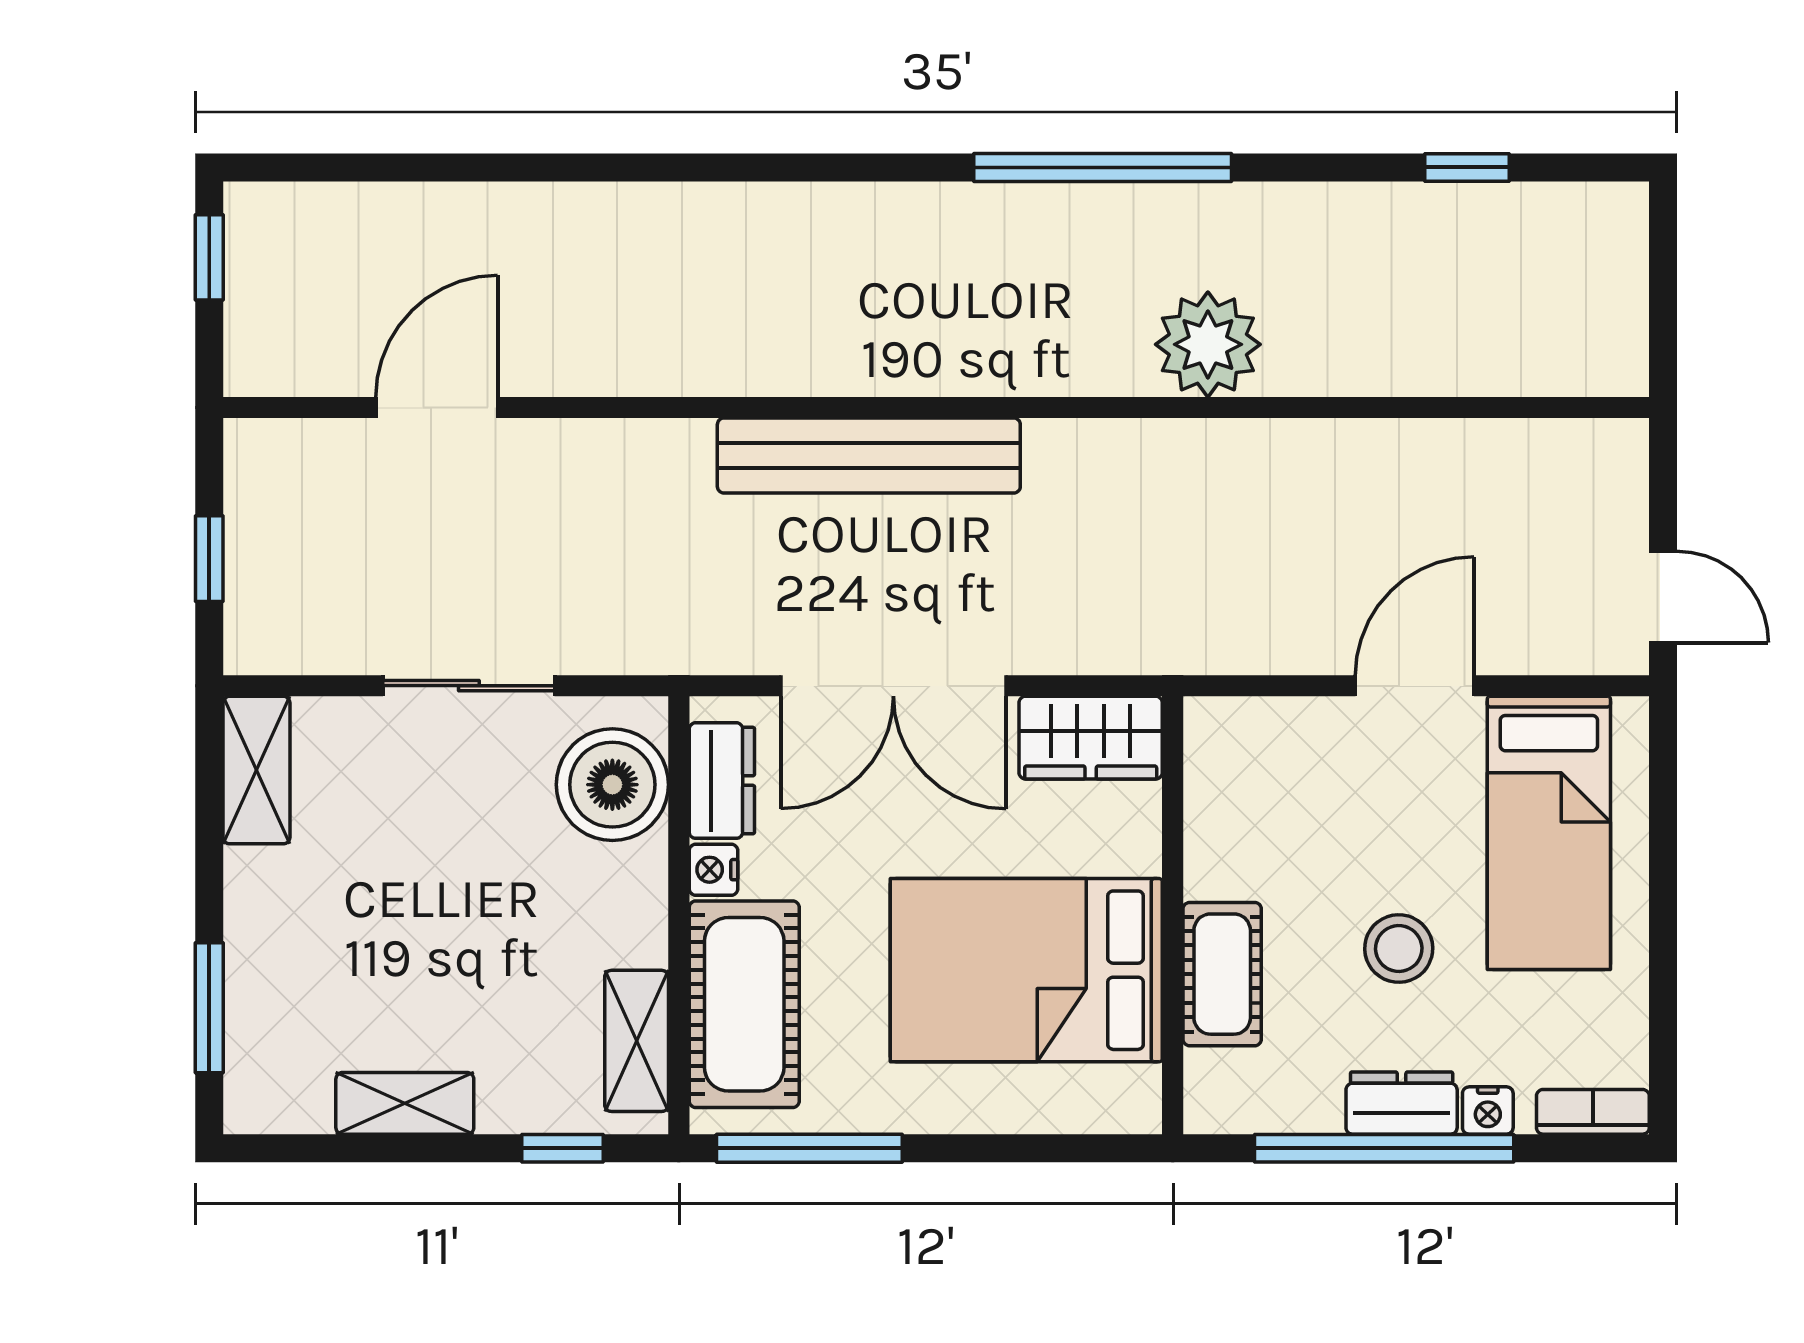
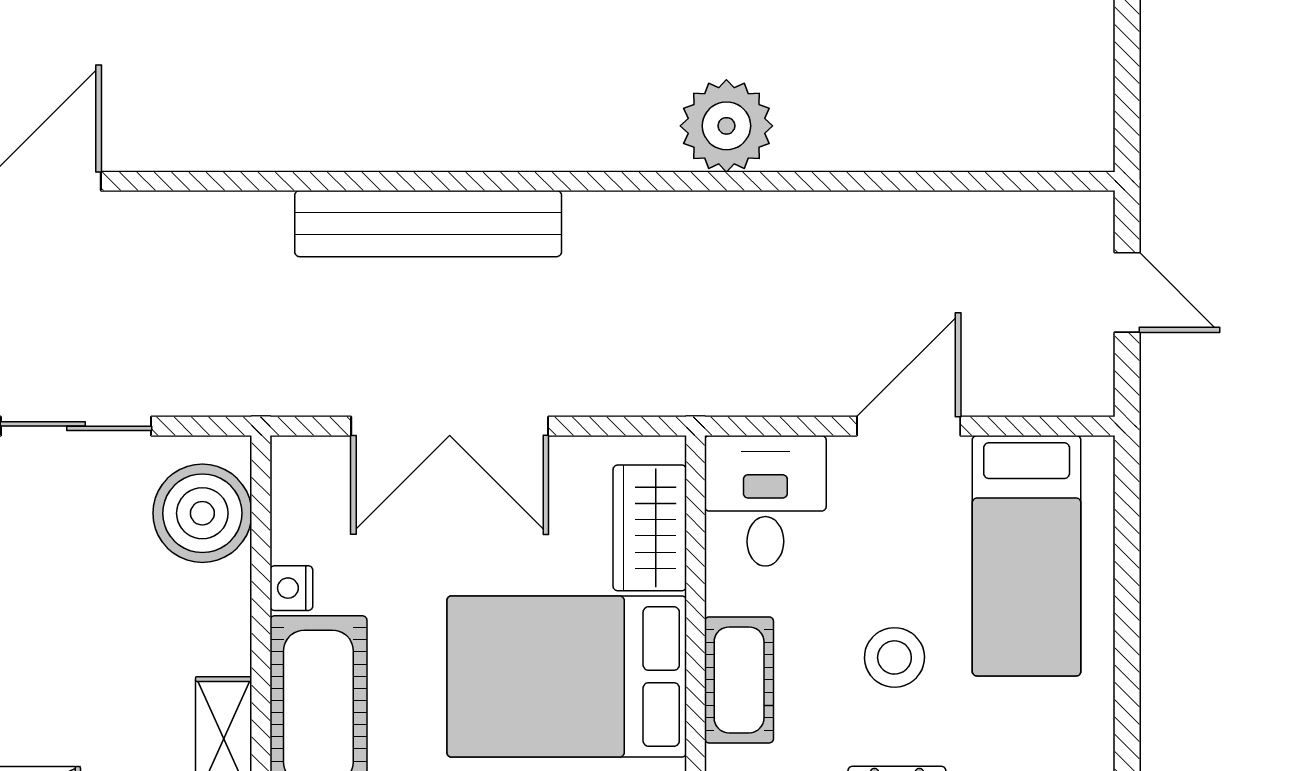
door: (1663, 597) -> (1127, 292), moved
wardrobe: (1091, 738) -> (650, 528), moved, turned 90
desk: (1252, 770) -> (765, 501), added
dresser: (722, 781) -> (299, 510), removed

